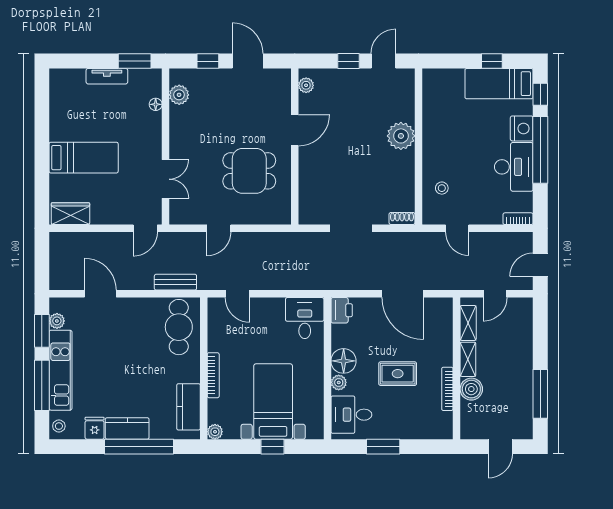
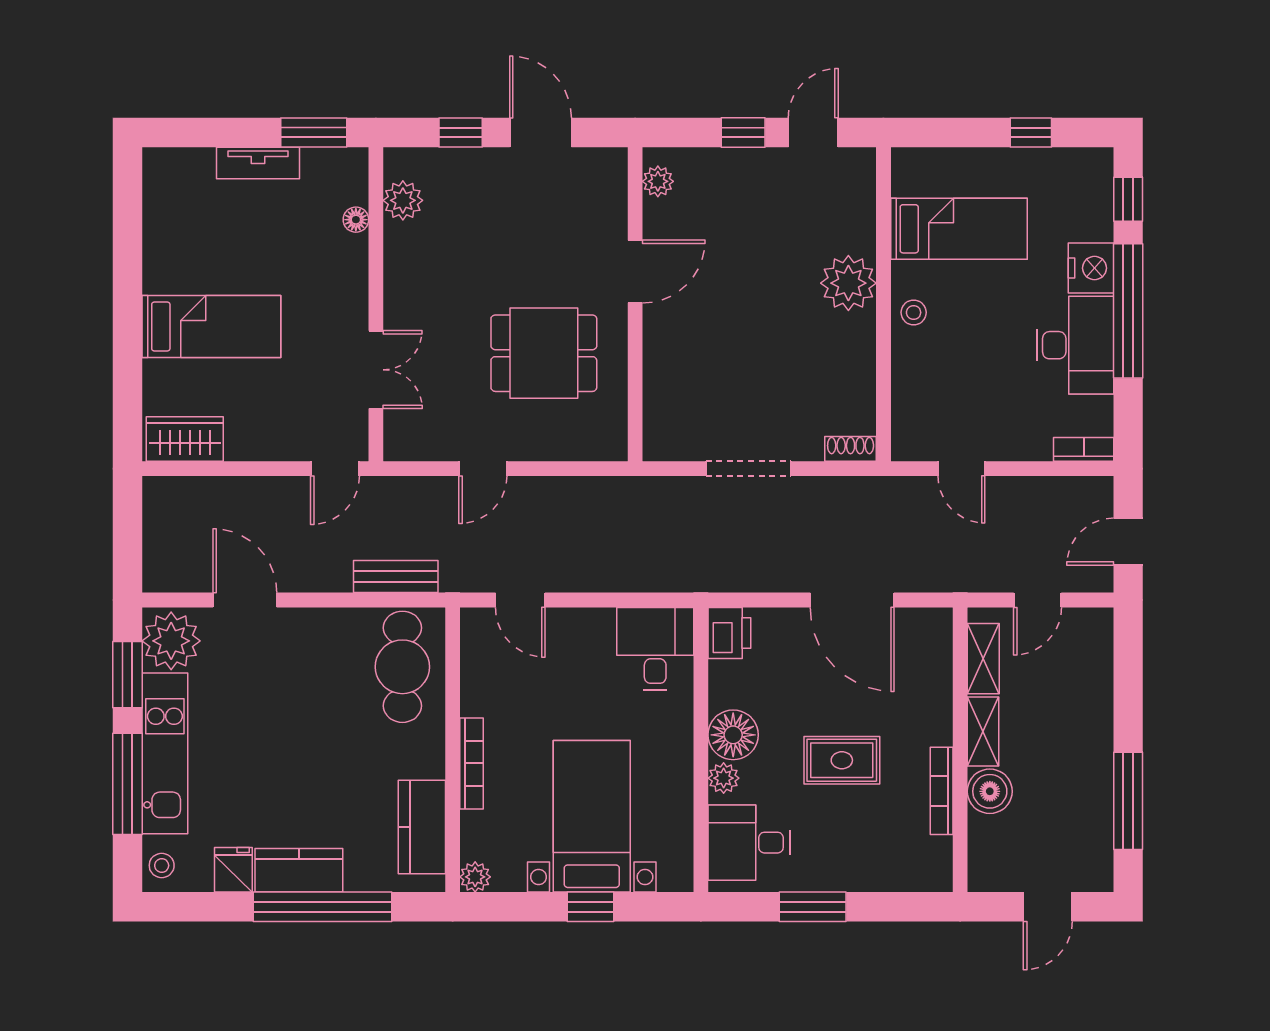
bed: (499, 84) -> (959, 229), moved, turned 180
stool: (442, 188) -> (914, 312), moved
plant: (57, 321) -> (171, 641), width x1.87, depth x1.87

